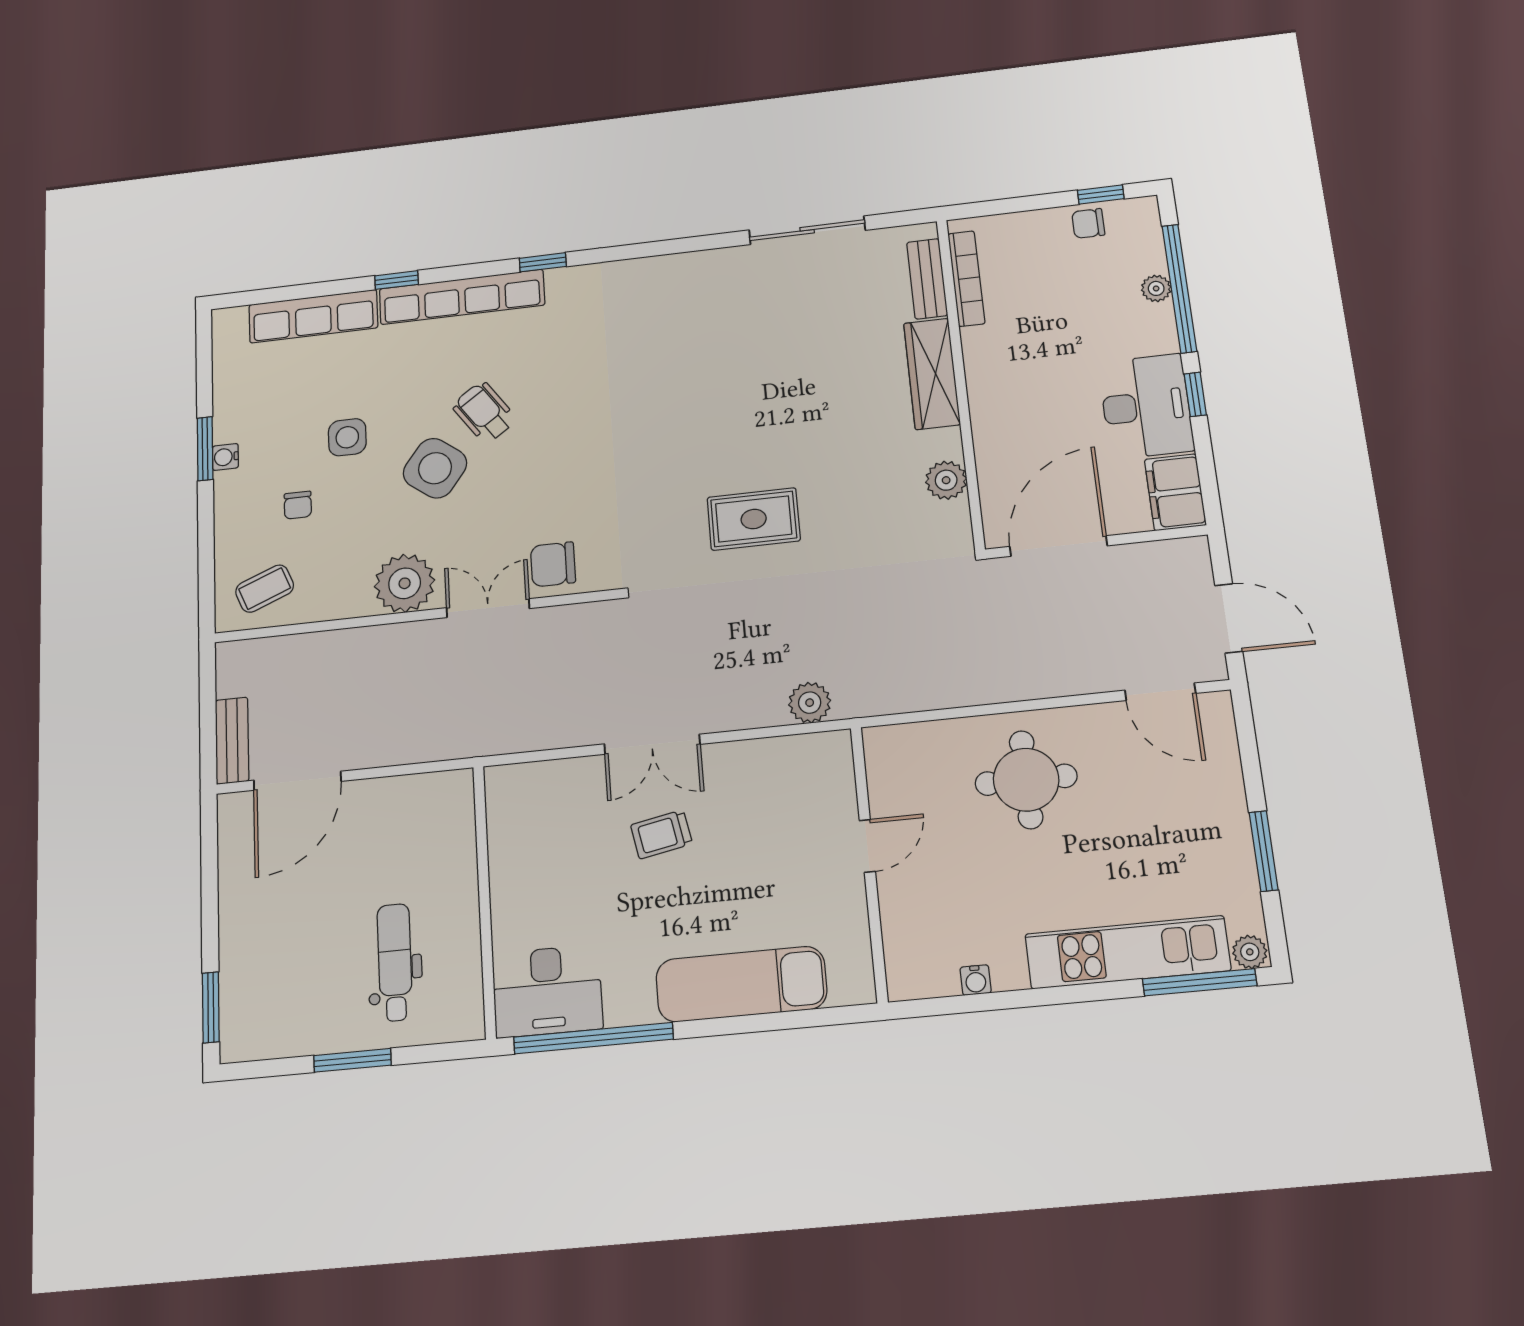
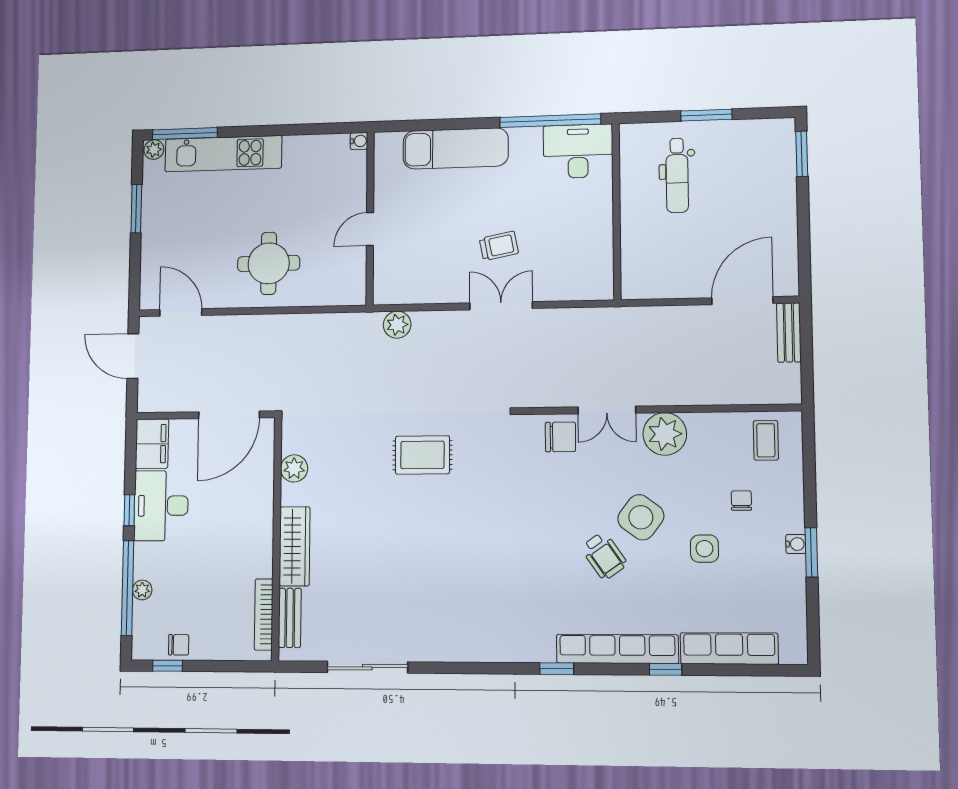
coffee table: (265, 589) -> (766, 440), turned -68
water cooler: (976, 980) -> (359, 141), moved, turned 90

